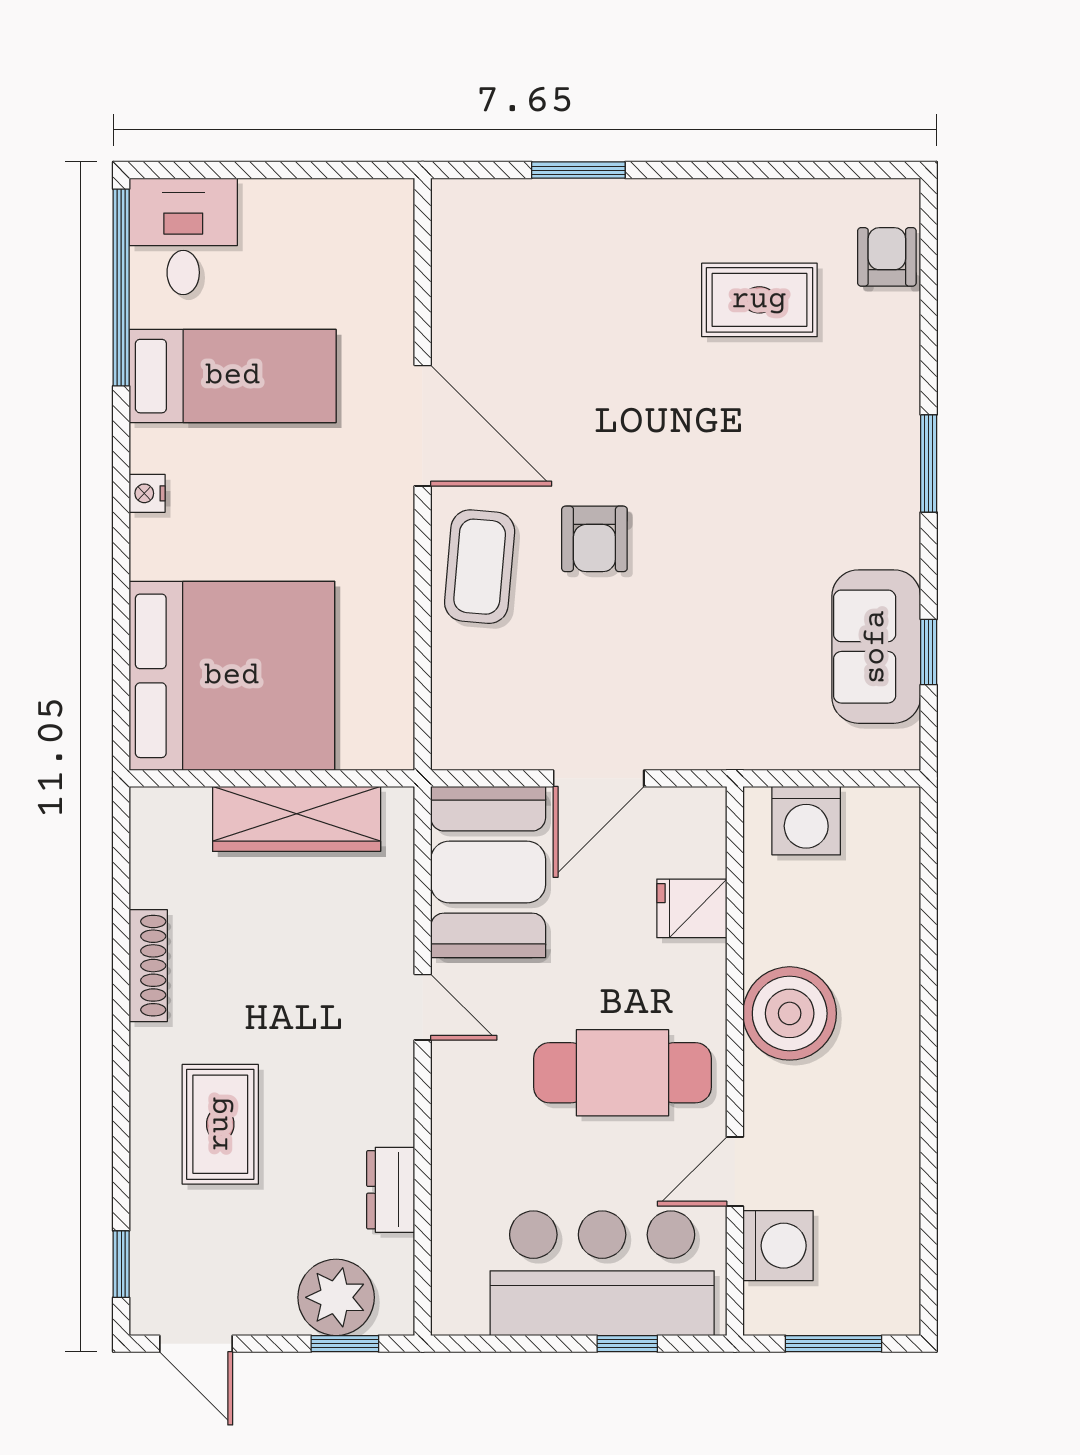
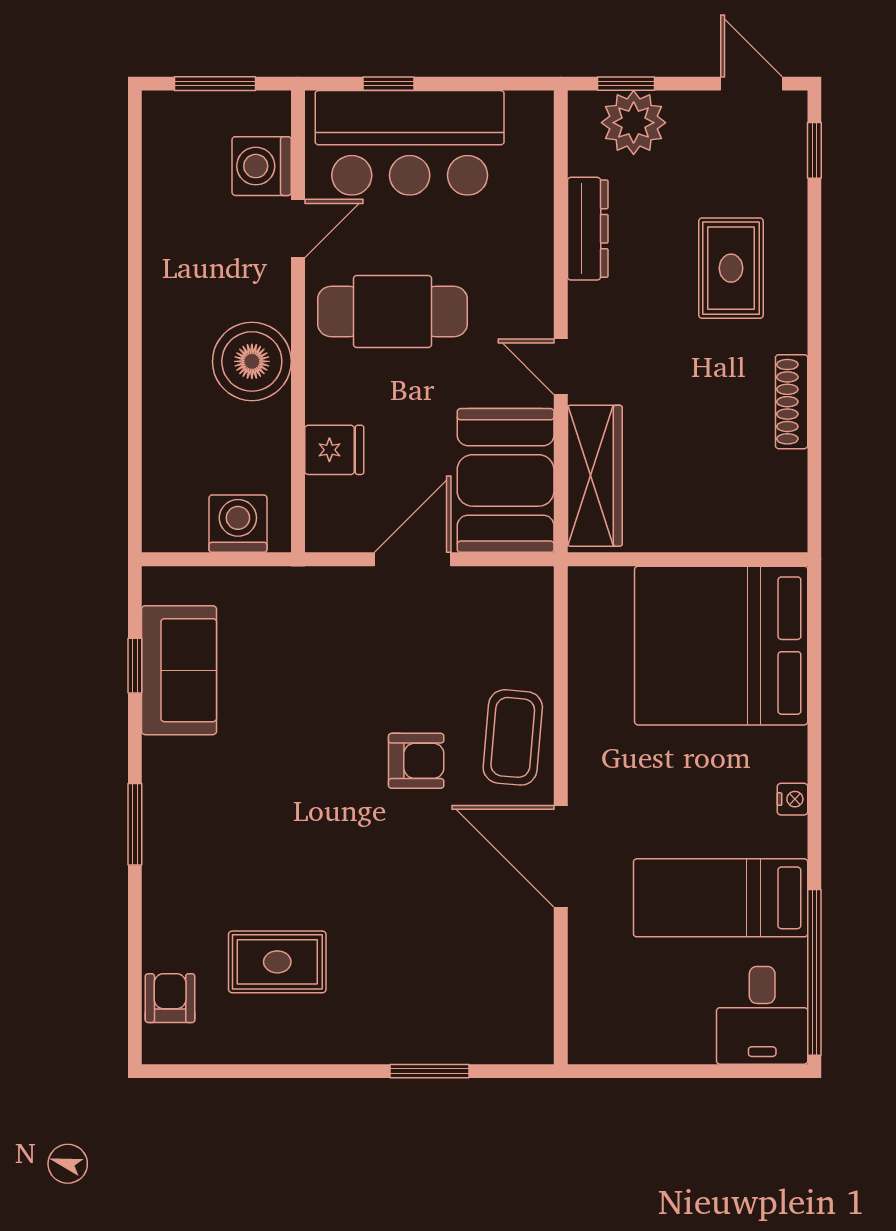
armchair: (887, 257) -> (170, 998), turned 180
armchair: (594, 539) -> (416, 761), turned 90
wardrobe: (297, 819) -> (595, 476), moved, turned 90
dresser: (391, 1190) -> (588, 229), width x1.44

